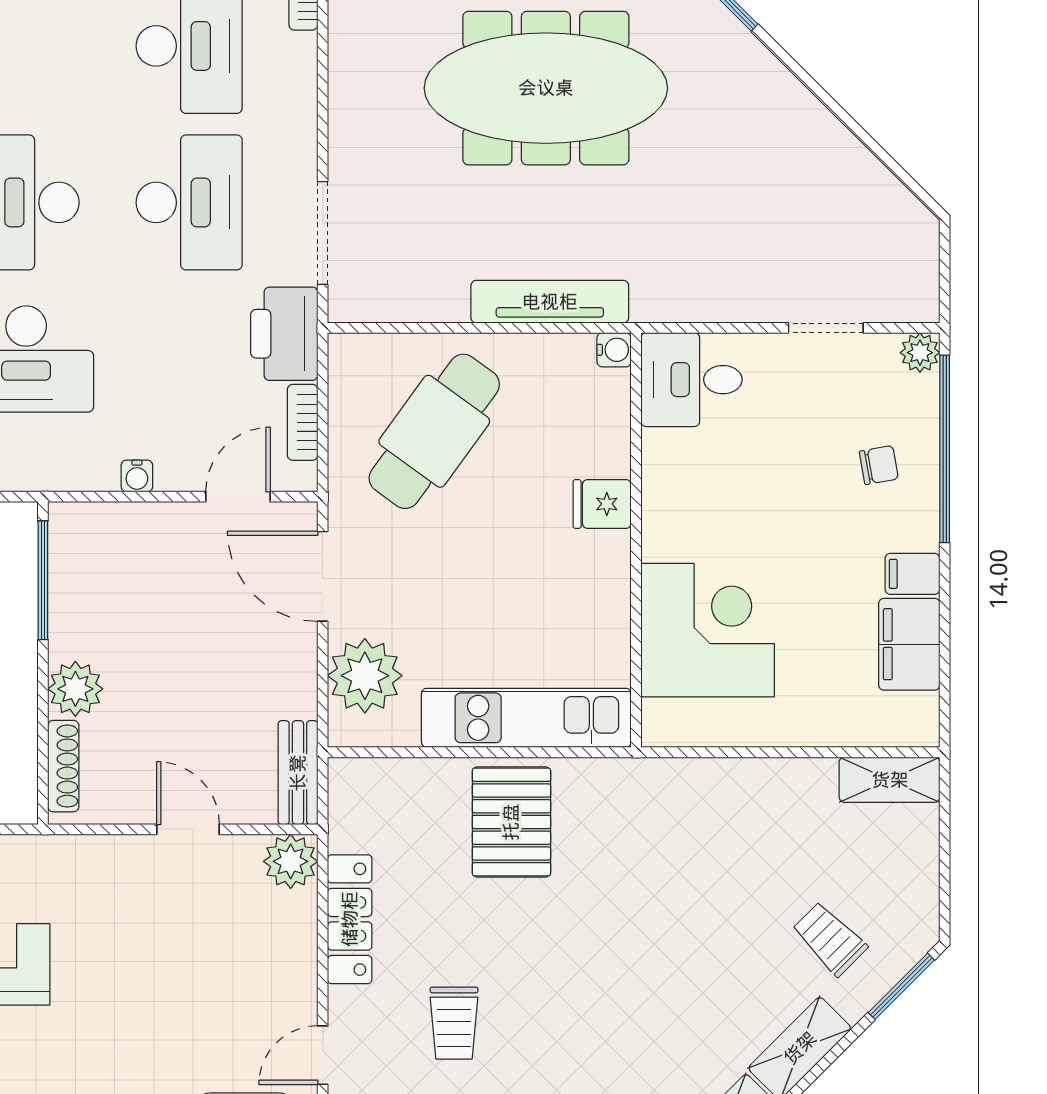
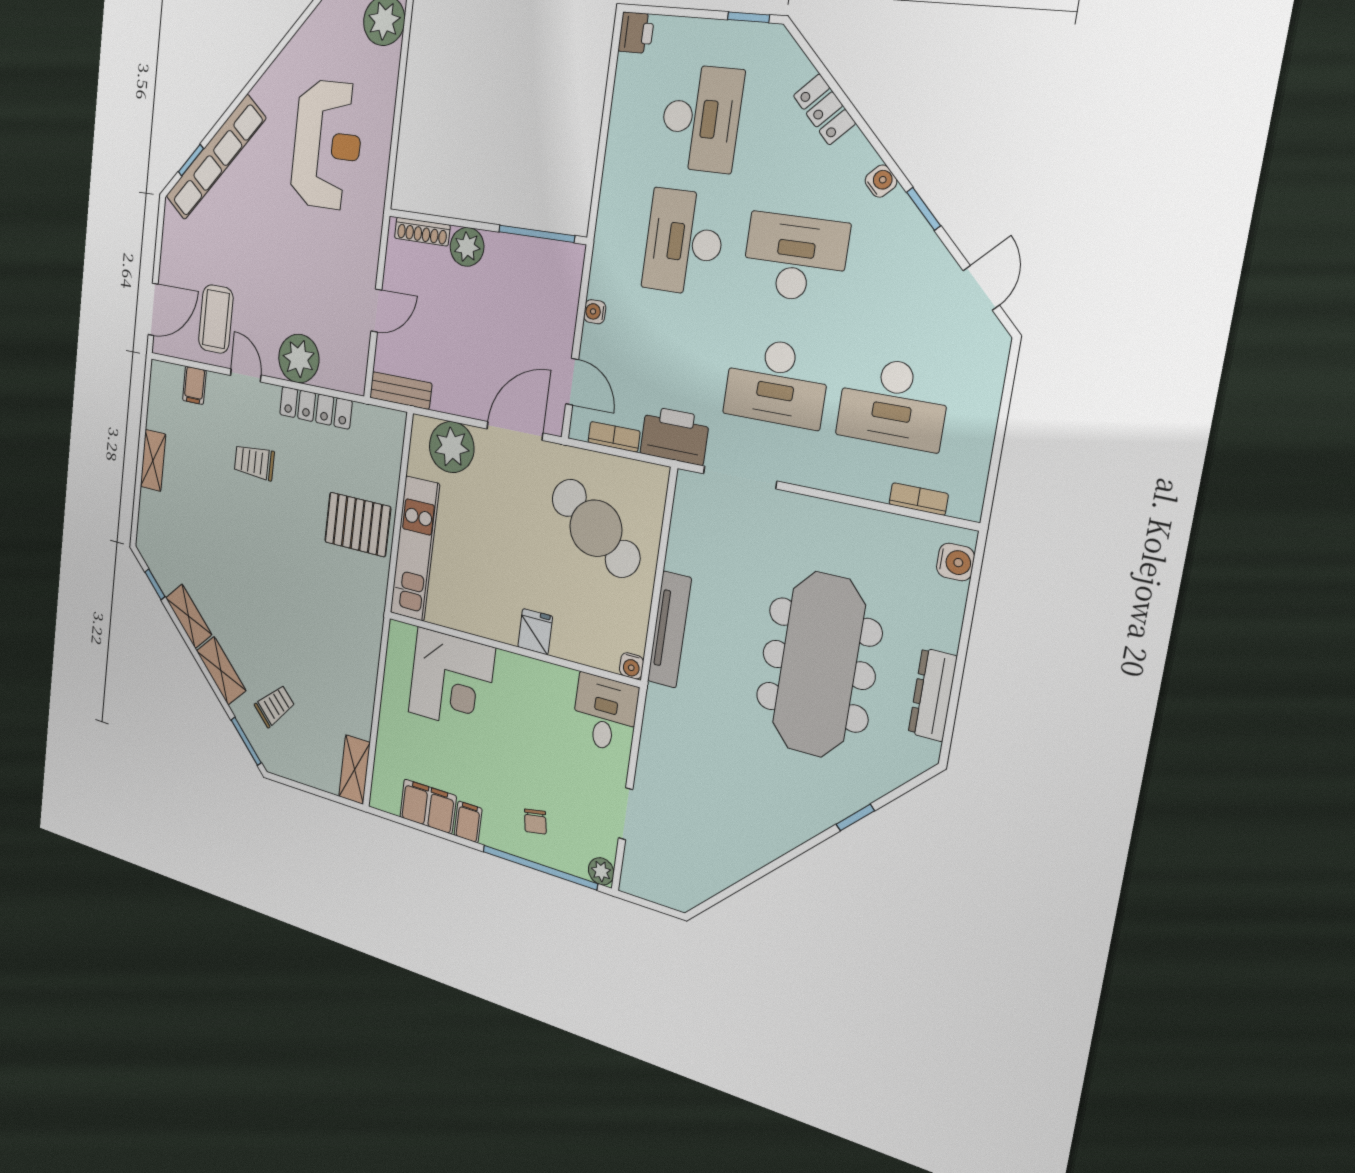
plant: (291, 861) -> (299, 359), moved, width x1.36, depth x1.36

